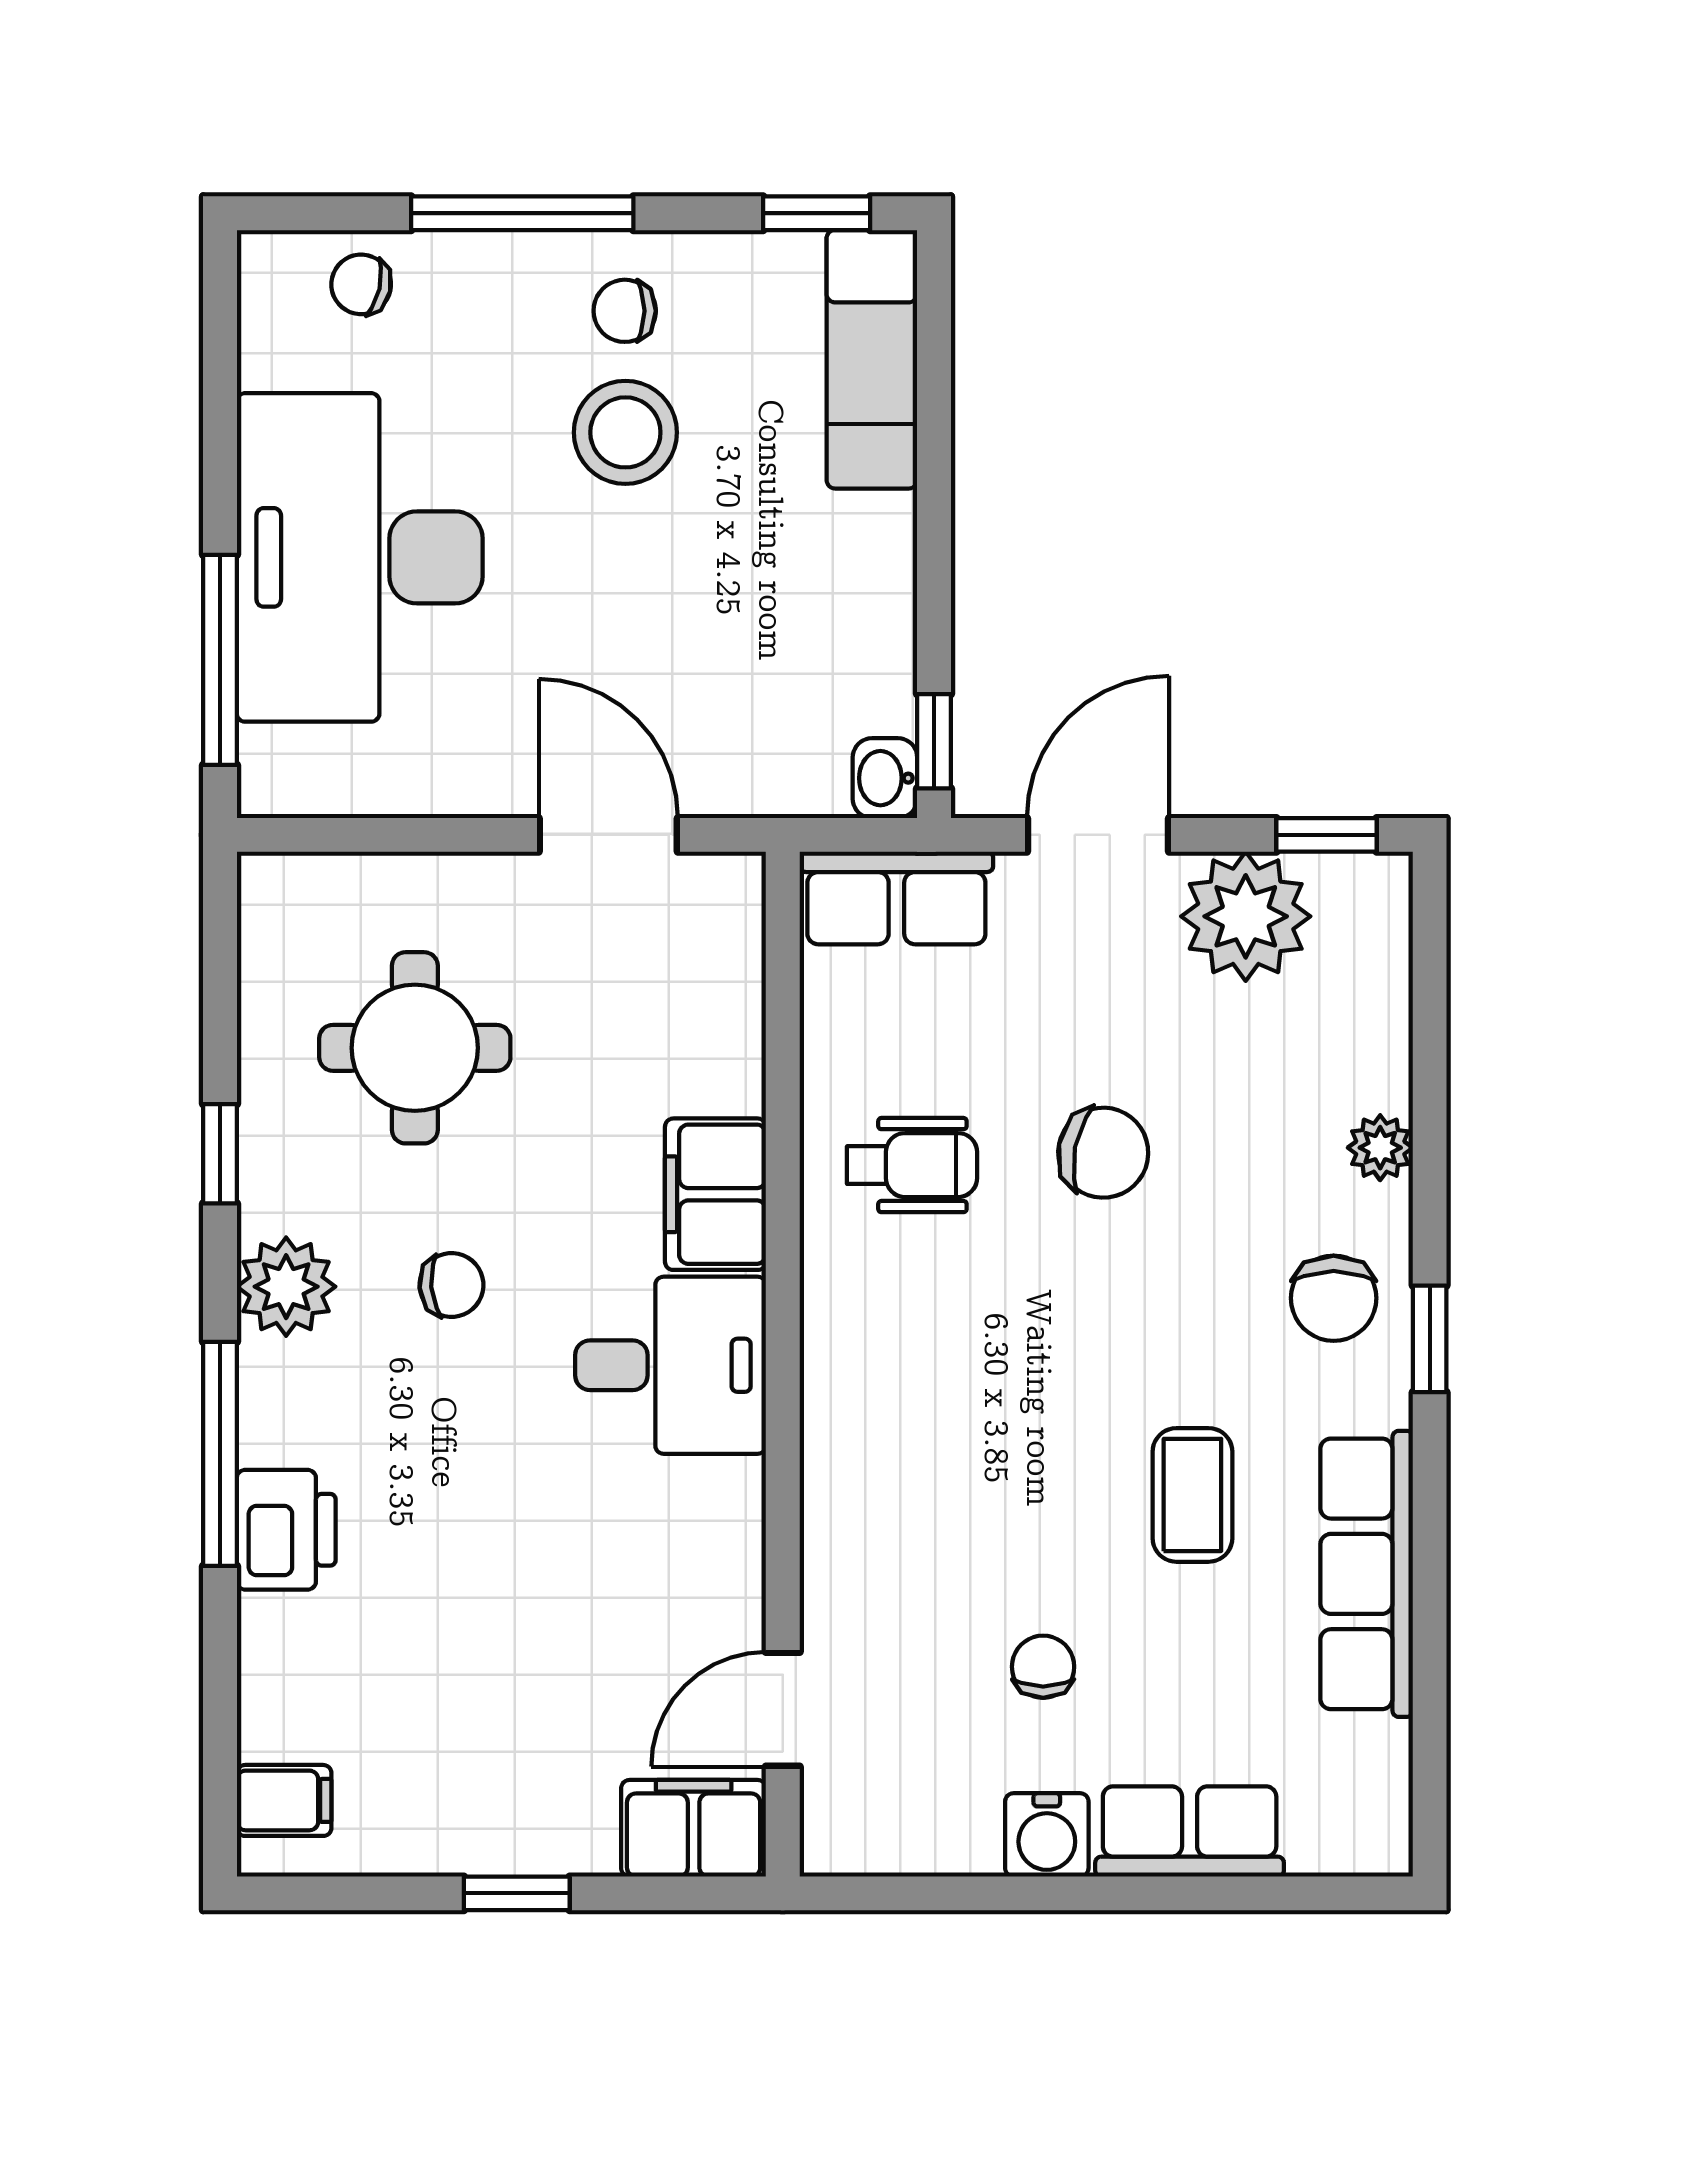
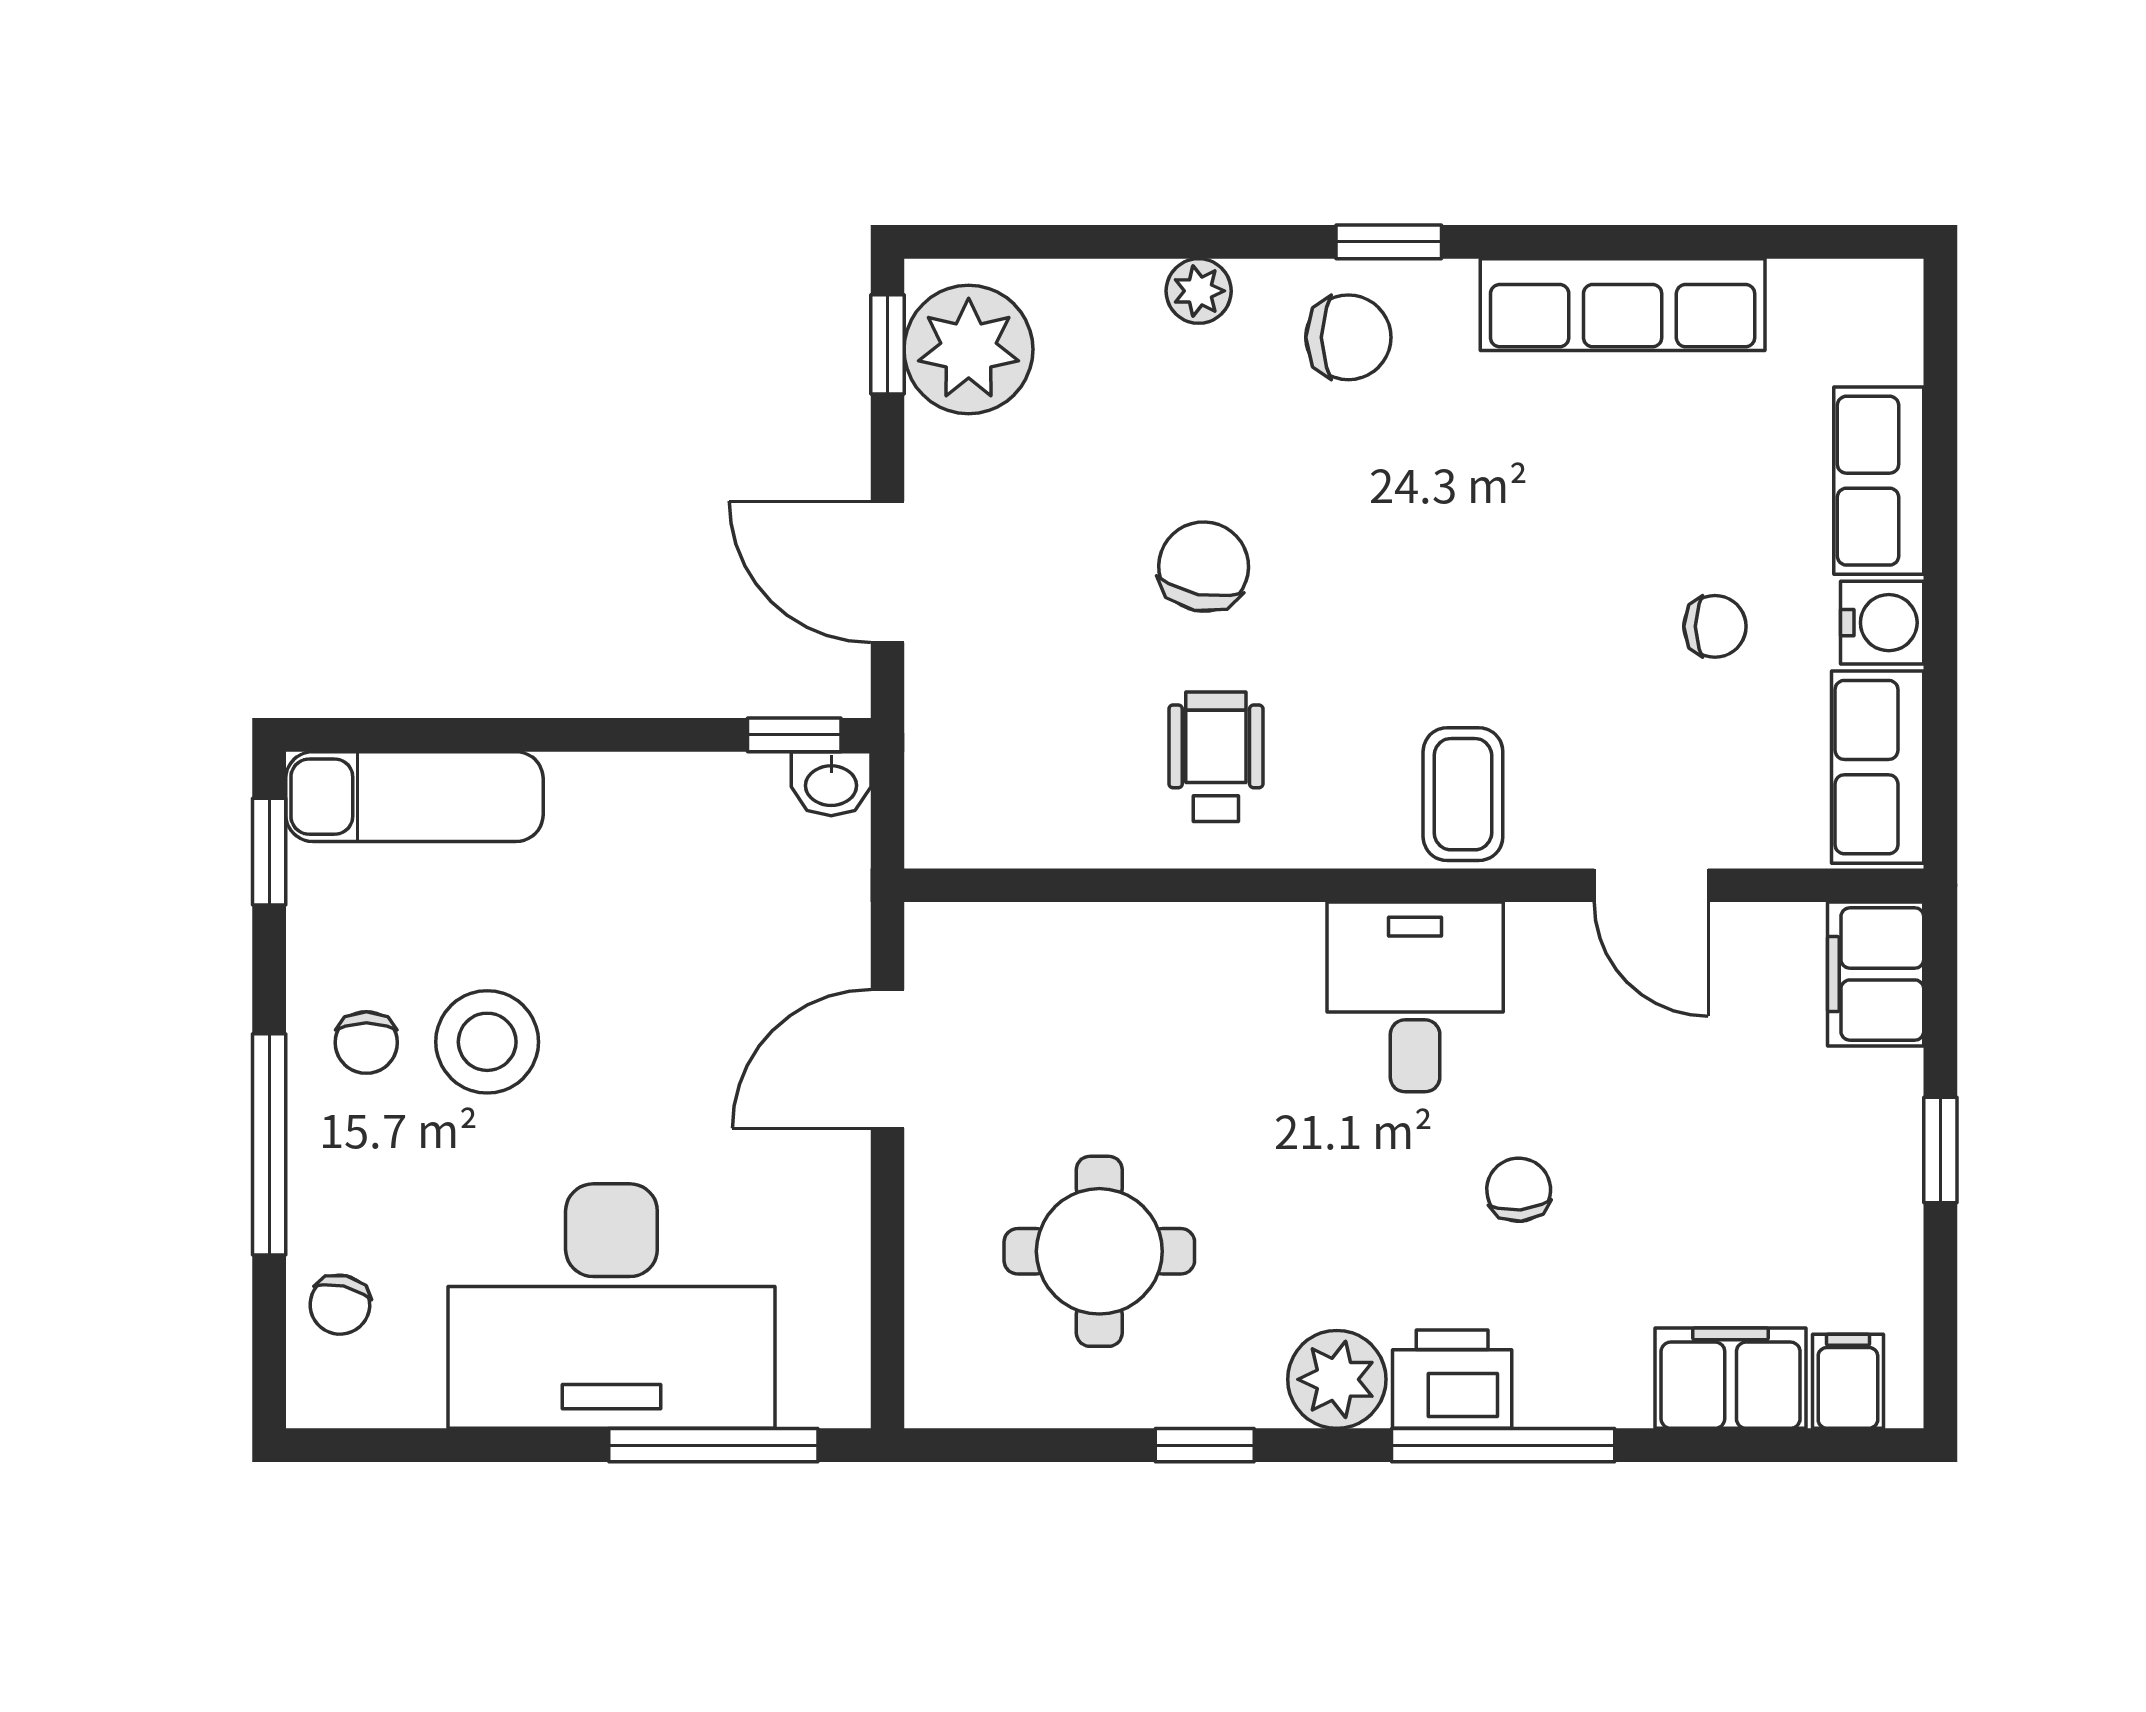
row of seats: (896, 898) -> (1878, 767), moved, turned 180
plant: (1246, 916) -> (969, 349), moved
filing cabinet: (715, 1194) -> (1731, 1378), moved, turned 180
chair: (452, 1285) -> (1519, 1190), moved
coffee table: (1192, 1495) -> (1463, 794), moved, turned 90
printer: (286, 1530) -> (1452, 1379), moved
chair: (1043, 1667) -> (1715, 626), turned 180
door: (783, 1709) -> (1651, 885), moved

